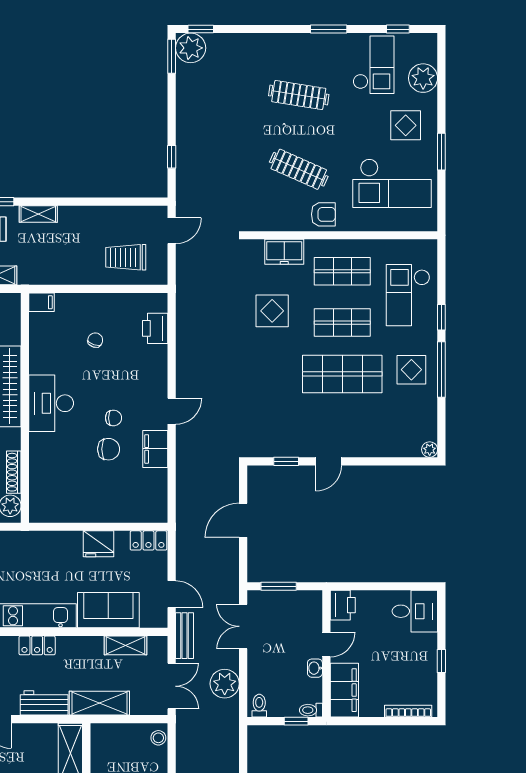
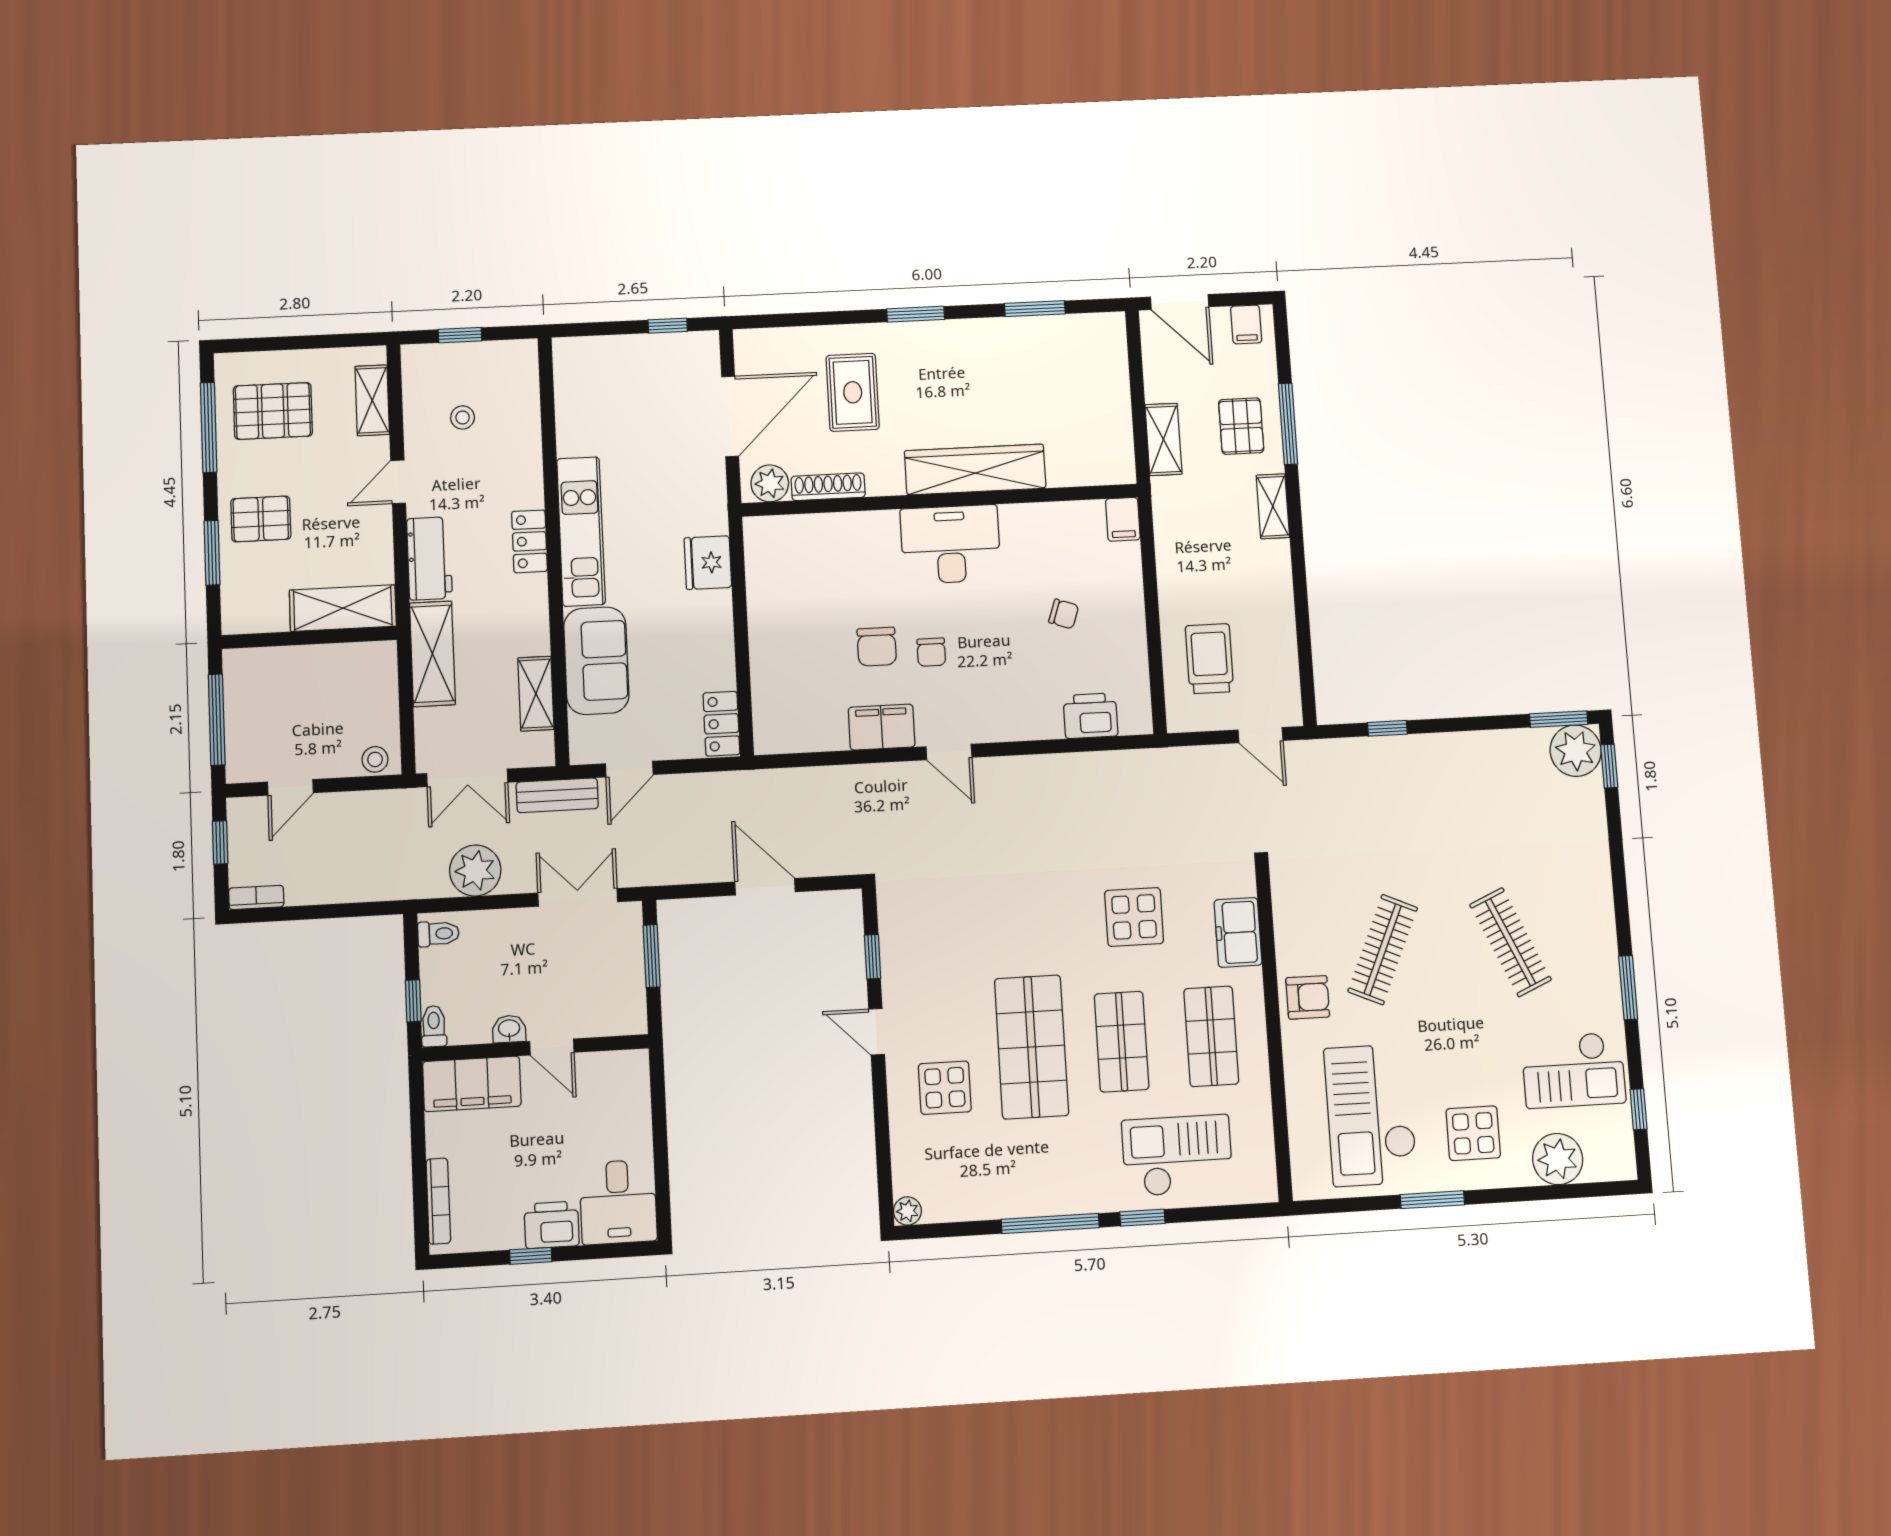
clothes rail: (299, 95) -> (1511, 942), turned -33
armchair: (323, 214) -> (1308, 997), turned -90
display table: (411, 370) -> (945, 1088), moved
fridge: (99, 544) -> (708, 563), moved
printer: (343, 605) -> (552, 1225), moved, turned 180

